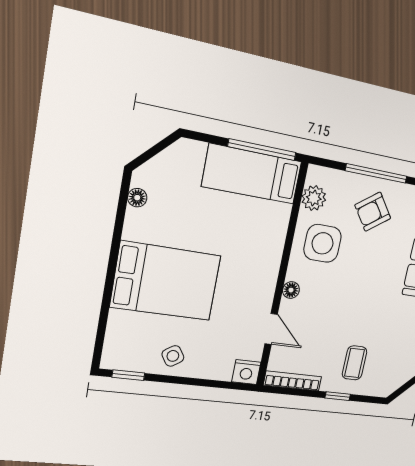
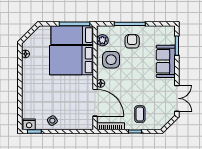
armchair: (373, 212) -> (132, 41), turned 126
bed: (166, 281) -> (71, 60), moved, turned 180
door: (271, 329) -> (95, 103), width x1.88
nightstand: (246, 372) -> (29, 124), moved

